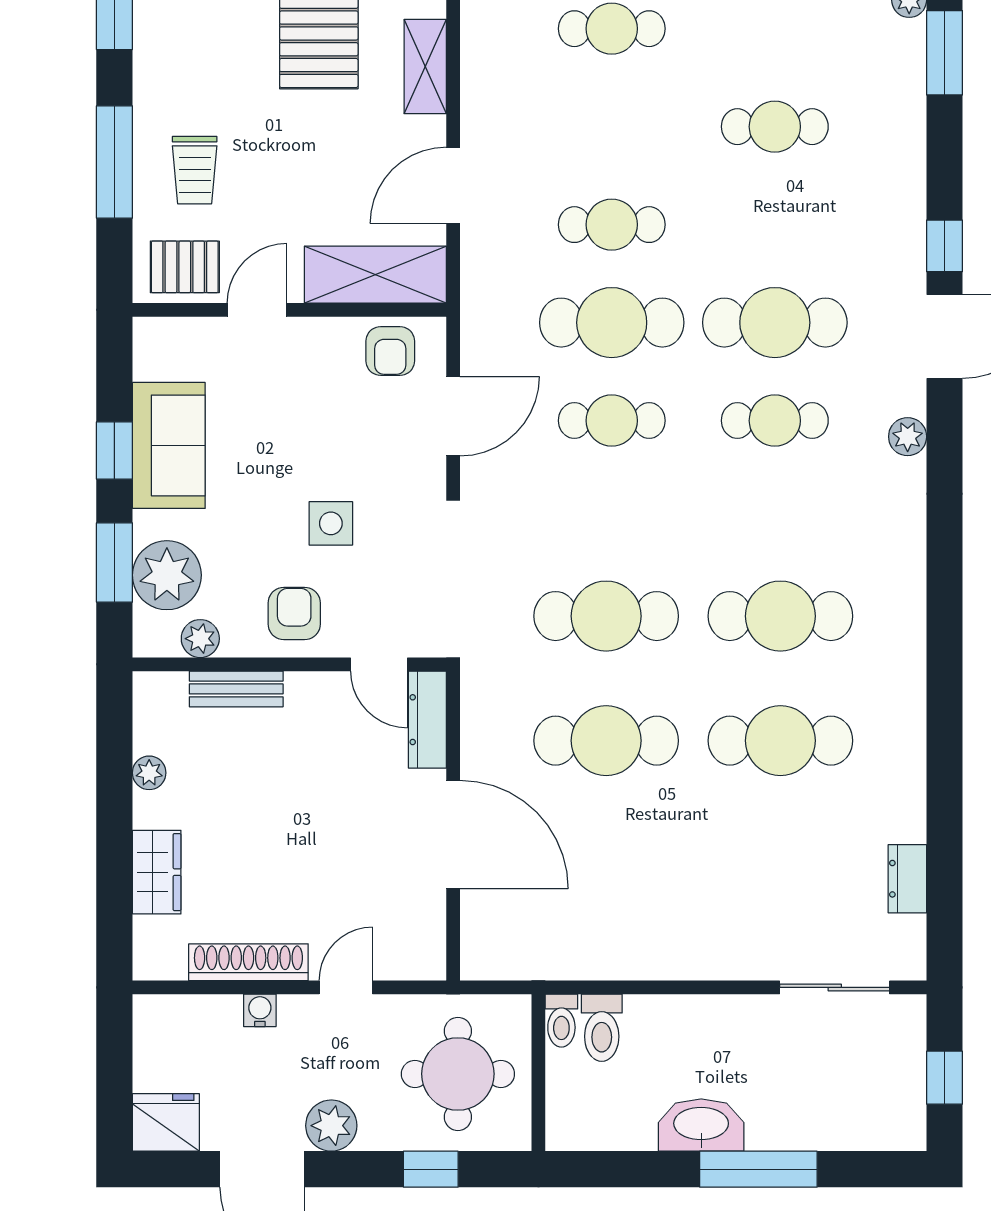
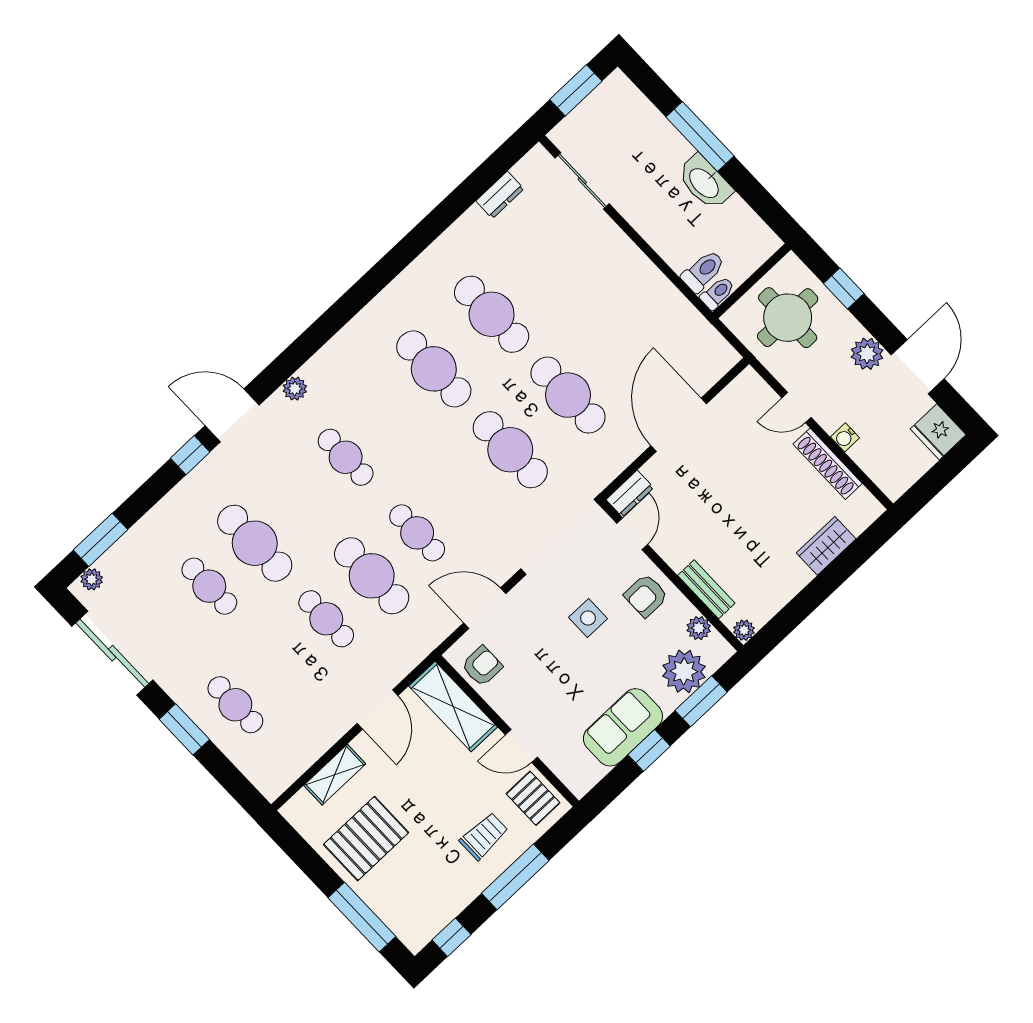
door: (453, 185) -> (378, 710), hinge flipped
cafe table: (775, 323) -> (255, 543), moved
dresser: (427, 720) -> (630, 494), width x0.70
plant: (149, 773) -> (744, 630), moved
window: (945, 1078) -> (576, 90), width x1.50

